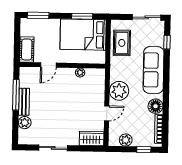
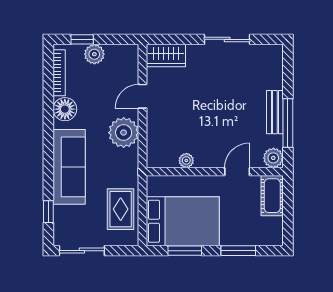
window: (38, 15) -> (238, 251), moved
plant: (25, 123) -> (273, 158), moved
plant: (126, 140) -> (94, 54), moved

